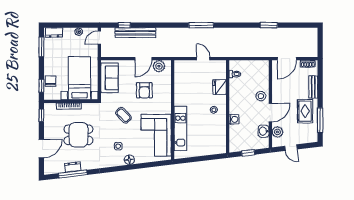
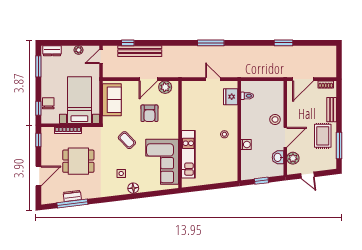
fridge: (220, 87) -> (231, 97), moved

